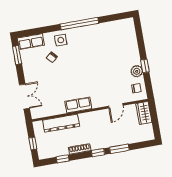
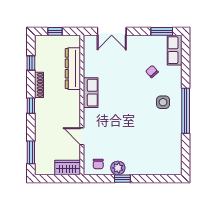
side table: (61, 40) -> (163, 102), moved
window: (119, 149) -> (31, 152), moved

